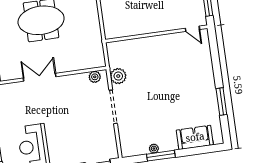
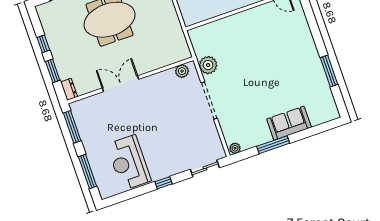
sofa: (195, 137) -> (289, 123), moved
plant: (154, 149) -> (235, 148), moved

